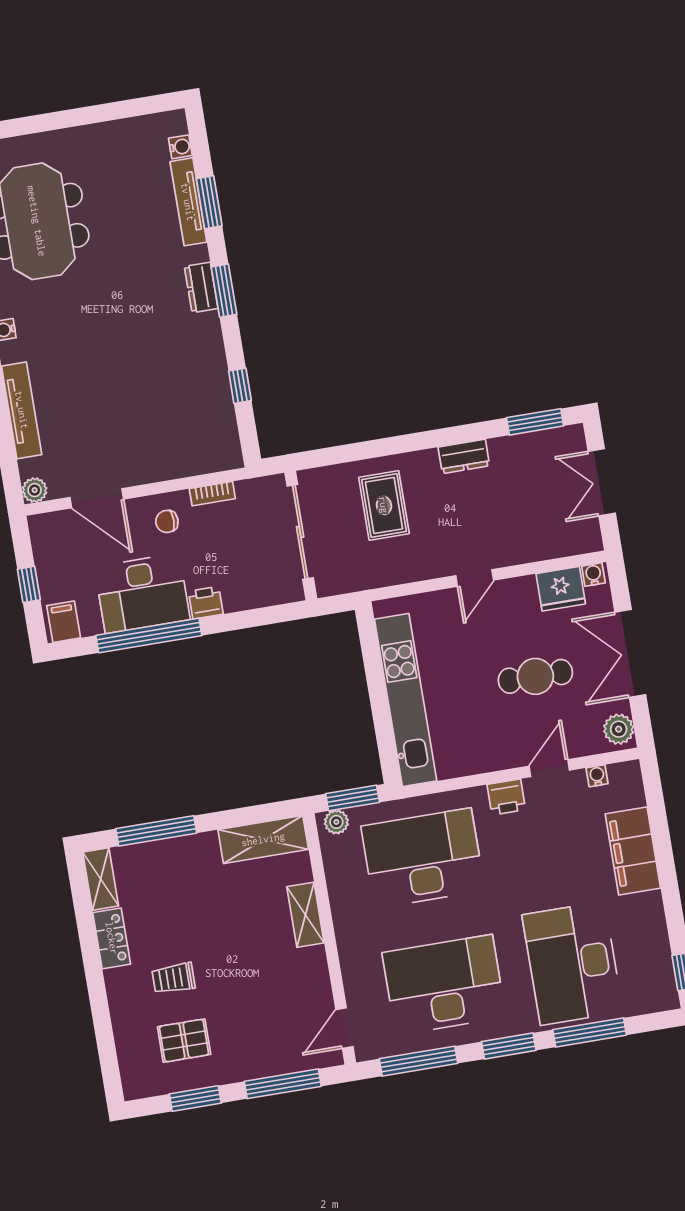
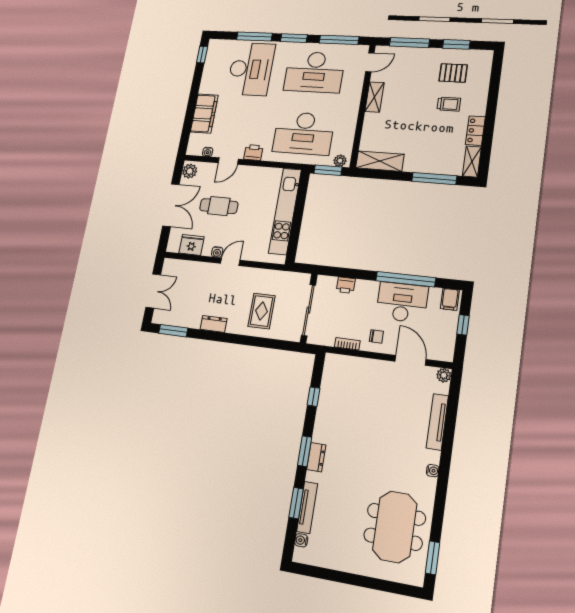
water cooler: (593, 575) -> (217, 252), moved
printer: (206, 603) -> (346, 285), moved
shelving: (305, 915) -> (374, 97), moved

